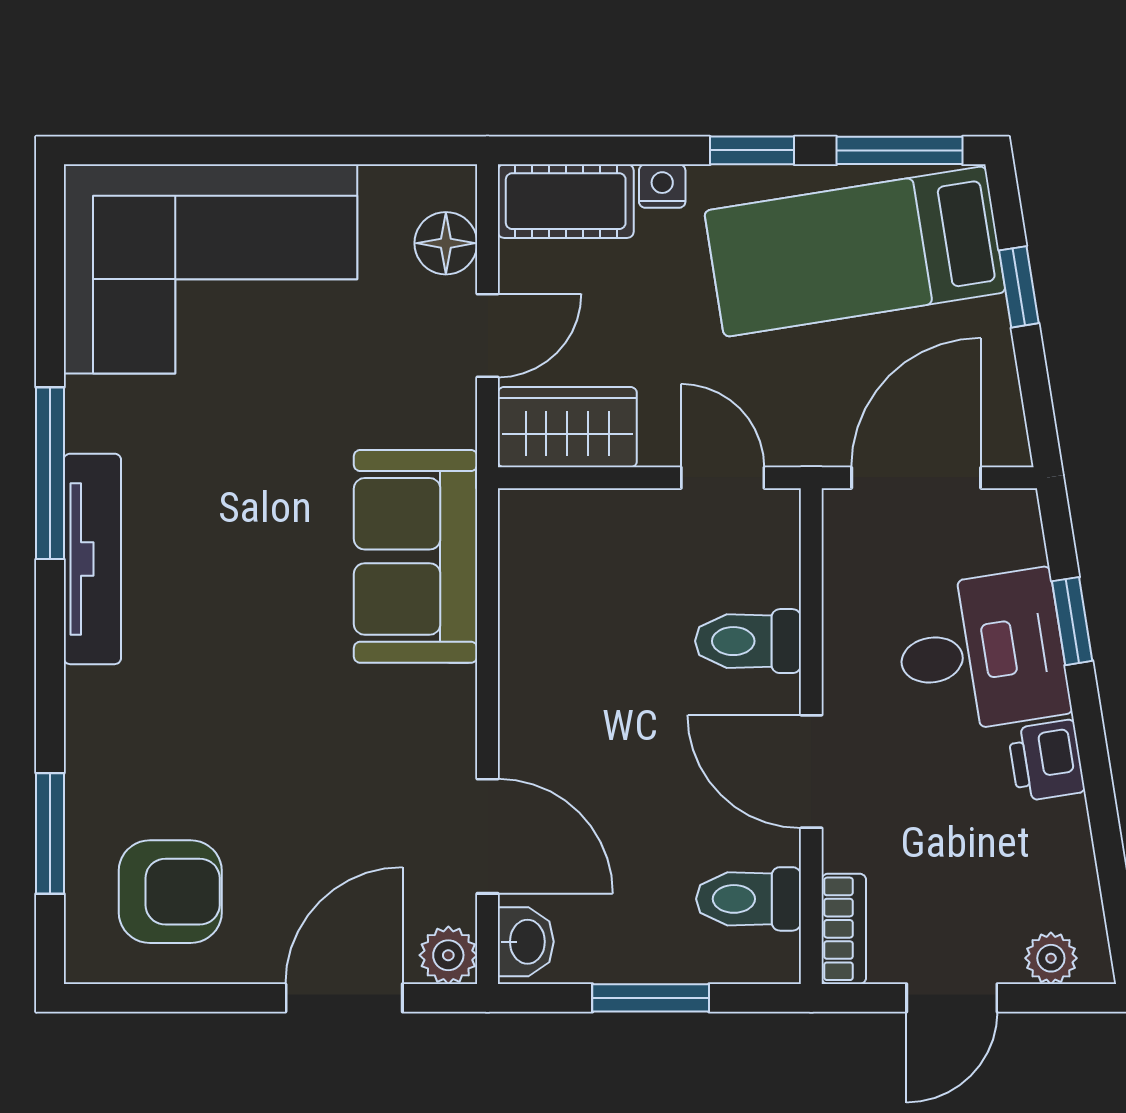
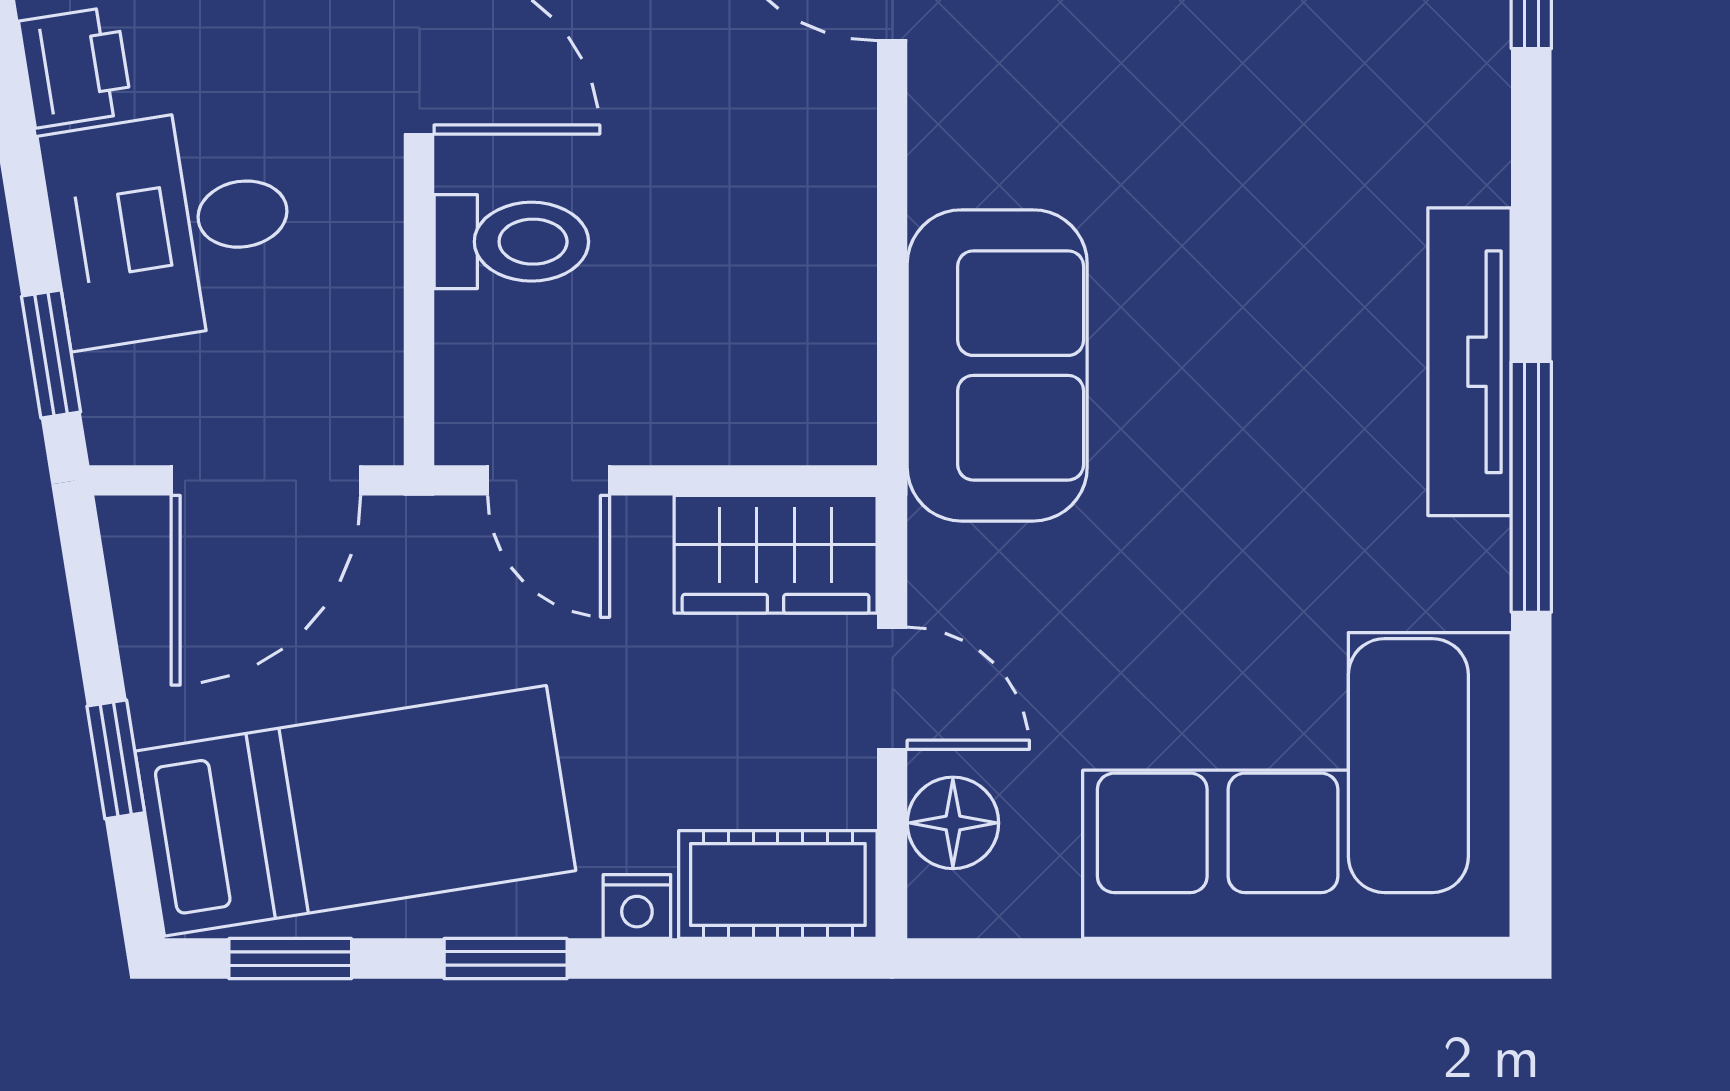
window: (899, 150) -> (290, 959), width x0.67
door: (488, 335) -> (892, 688), swing flipped
window: (1072, 621) -> (51, 354), moved

